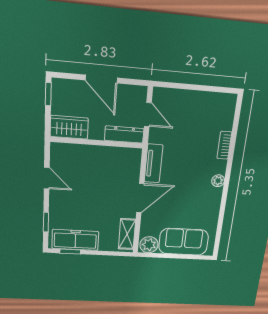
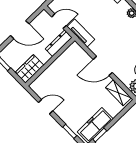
tv unit: (153, 164) -> (81, 33), moved
door: (140, 198) -> (103, 66), swing flipped

